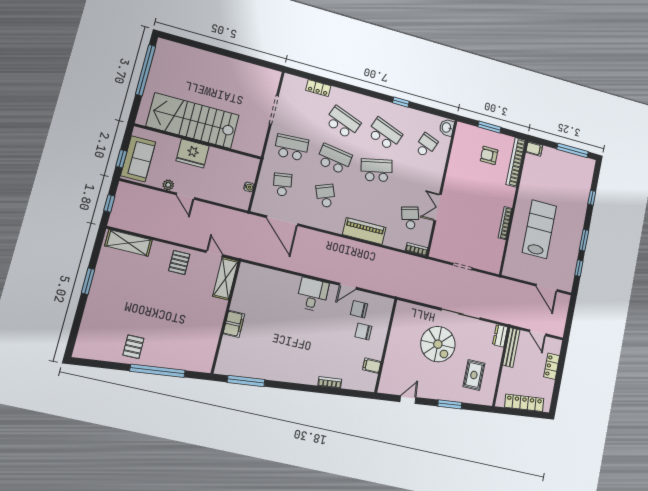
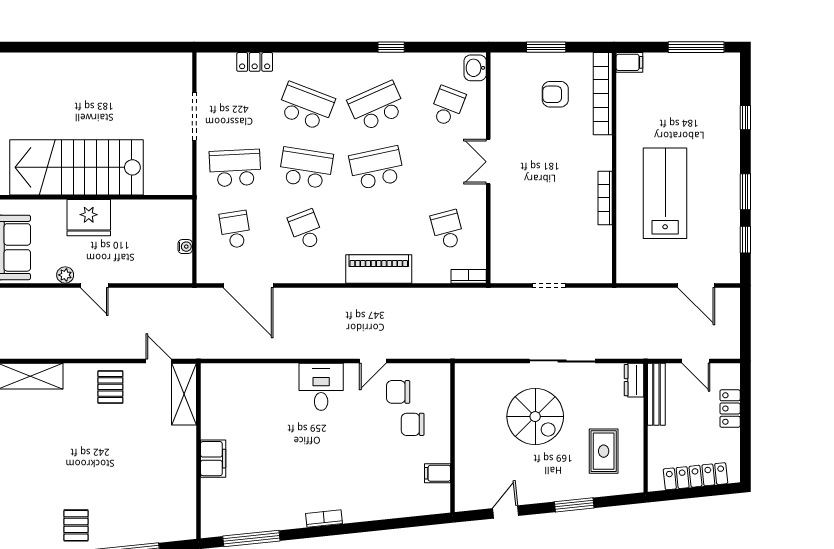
school desk: (385, 134) -> (377, 106), turned -45
double door: (438, 208) -> (488, 162), moved
bookcase: (330, 382) -> (324, 519), moved

